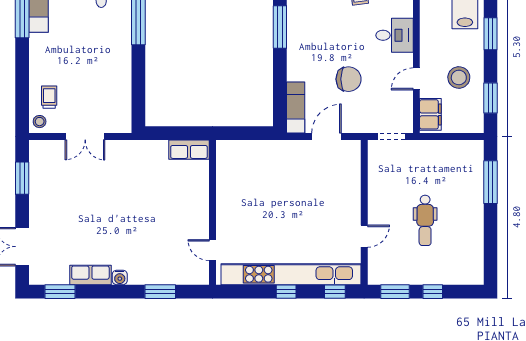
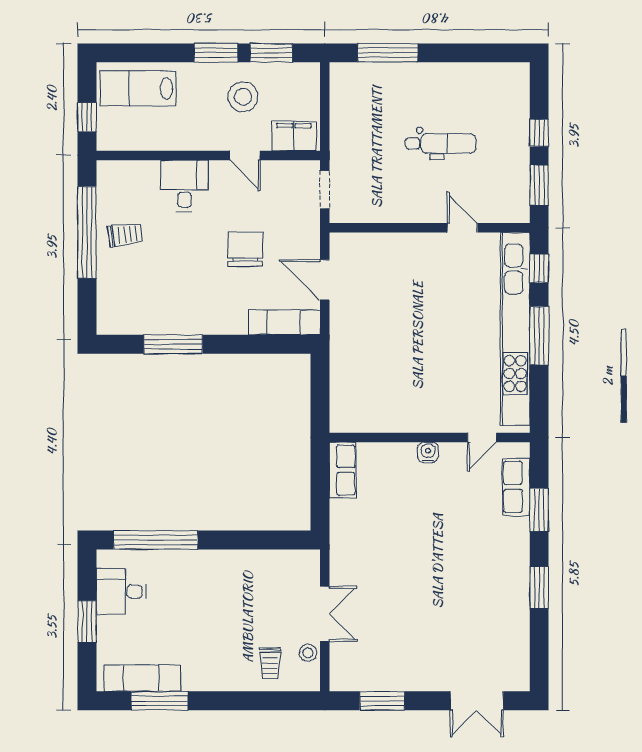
window: (490, 34) -> (216, 53), moved
trolley: (49, 97) -> (270, 664), turned -90
stool: (40, 122) -> (308, 653), moved
row of seats: (90, 275) -> (516, 487), moved
water cooler: (120, 277) -> (428, 452), moved, turned -90
window: (60, 292) -> (539, 588), moved
window: (286, 292) -> (539, 336), width x2.17

